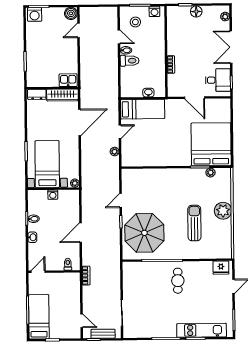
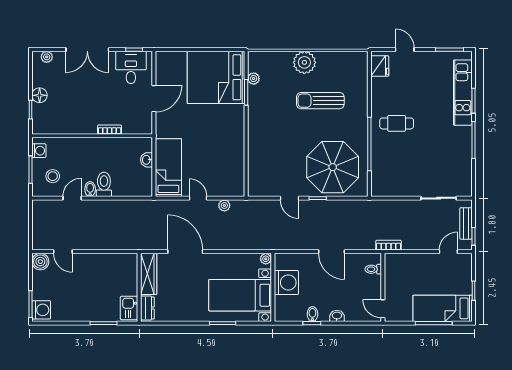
kitchen sink: (68, 80) -> (129, 308), moved
washing machine: (53, 195) -> (286, 282), width x1.89, depth x1.89

